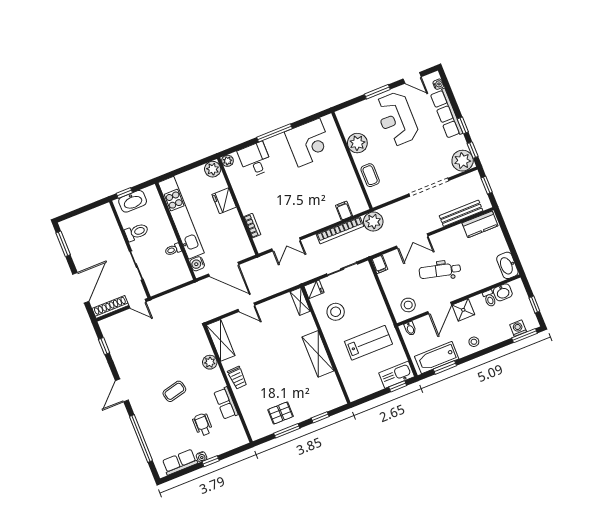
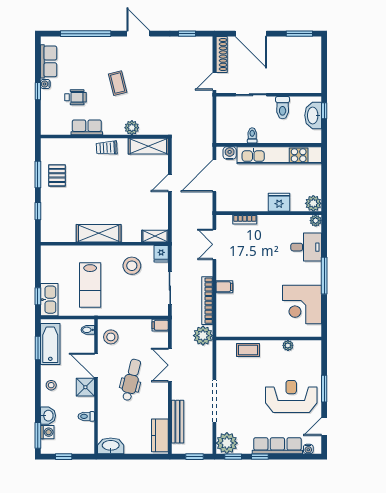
plant: (357, 143) -> (288, 345), width x0.53, depth x0.53
filing cabinet: (344, 211) -> (224, 287), moved
washbasin: (503, 292) -> (48, 416), moved, turned 180

